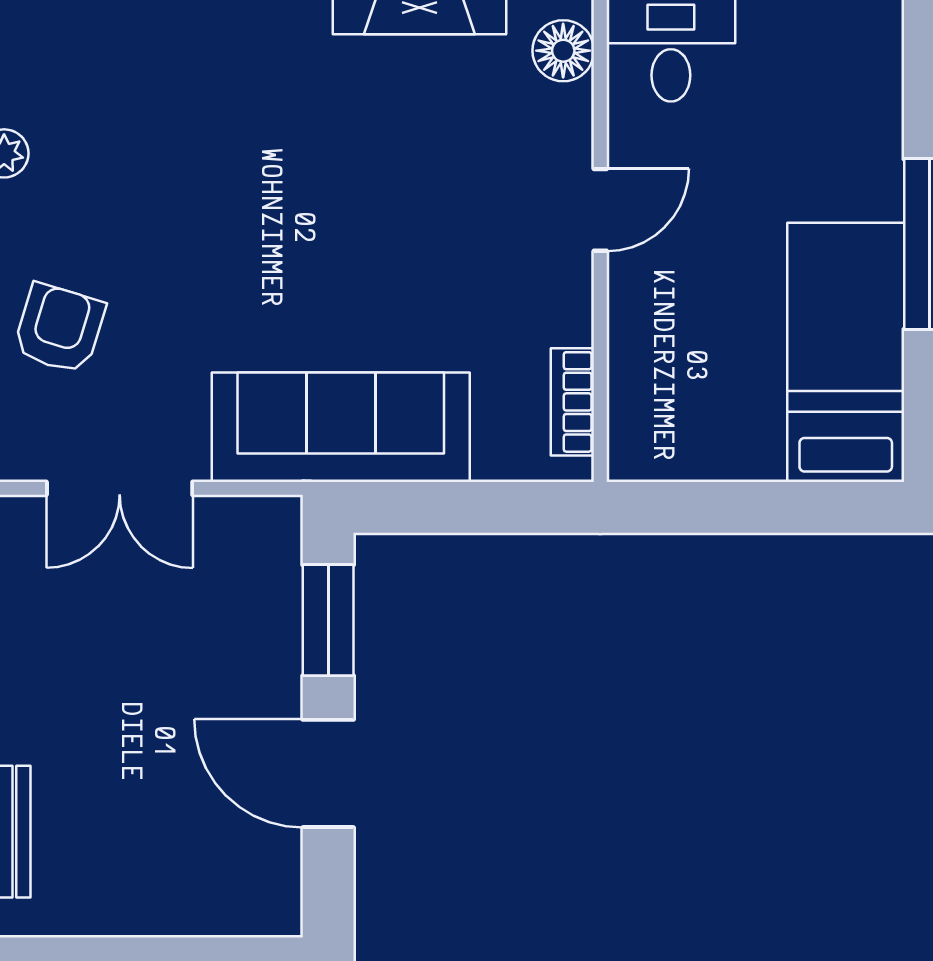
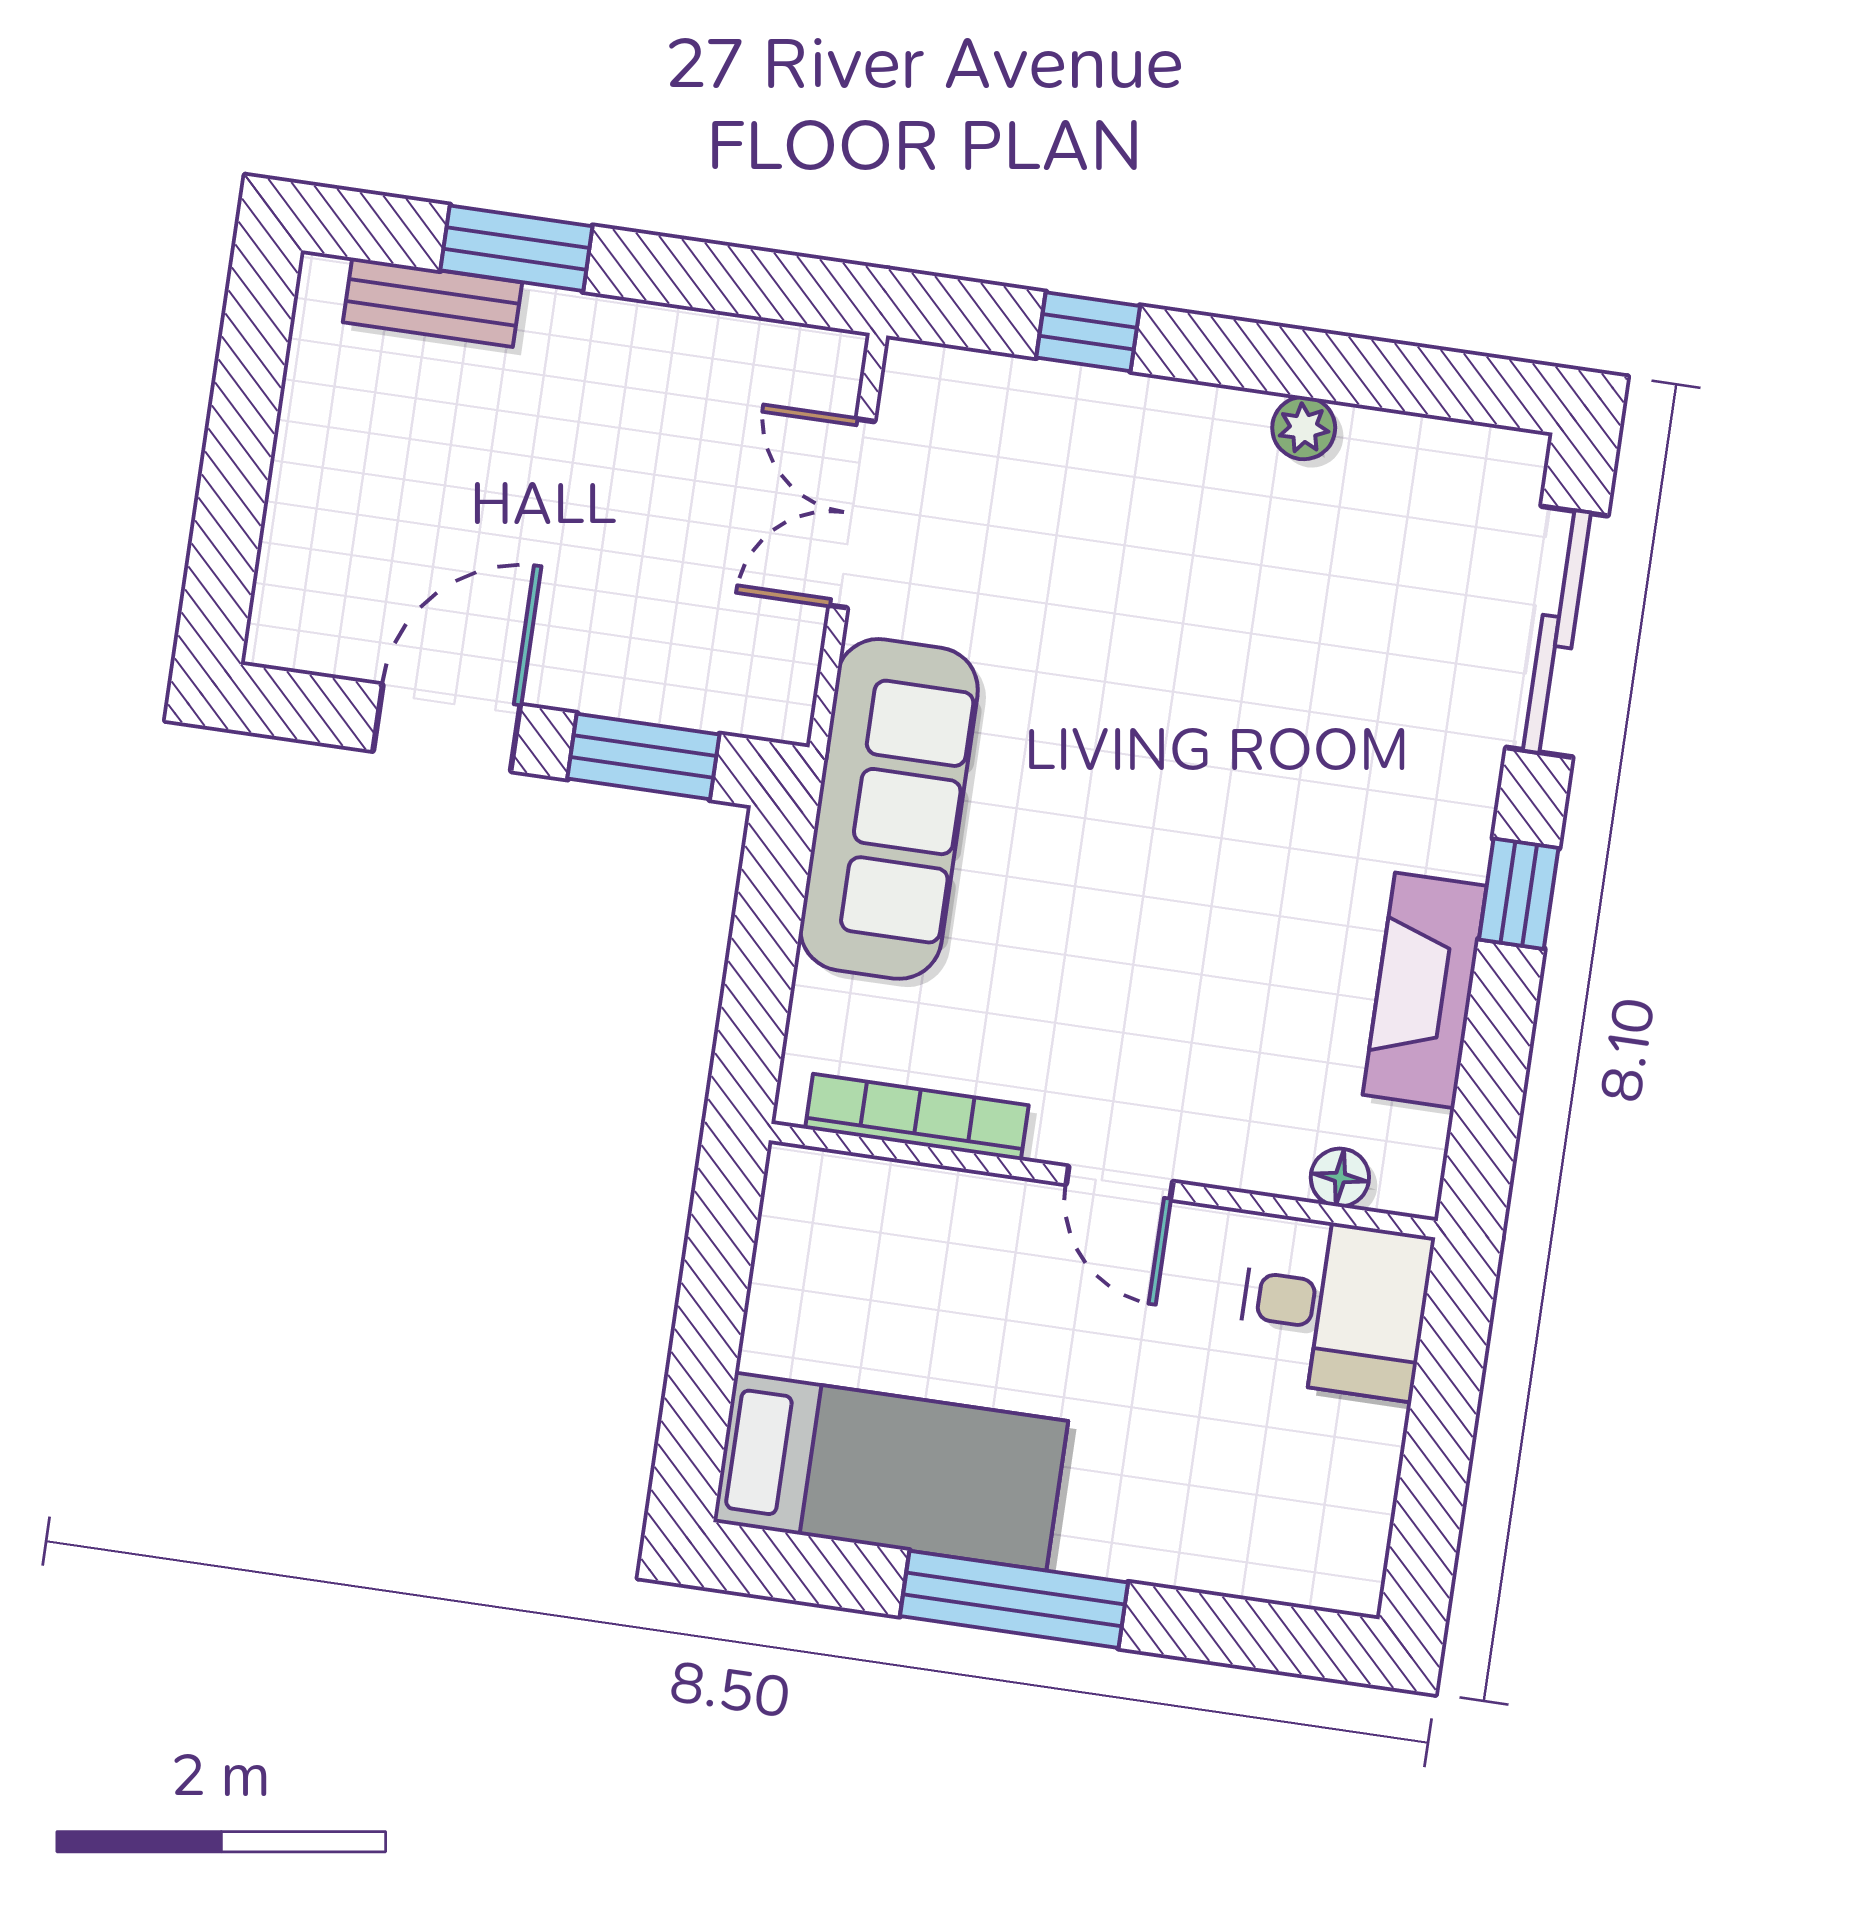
floor lamp: (563, 51) -> (1340, 1178), width x0.73, depth x0.73
armchair: (59, 329) -> (1068, 466), removed
bookcase: (572, 402) -> (917, 1117), width x1.56

